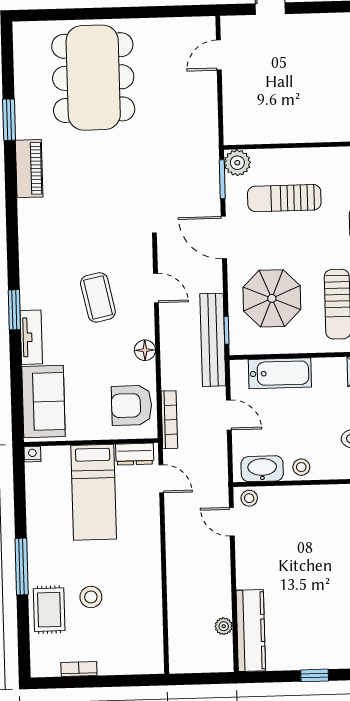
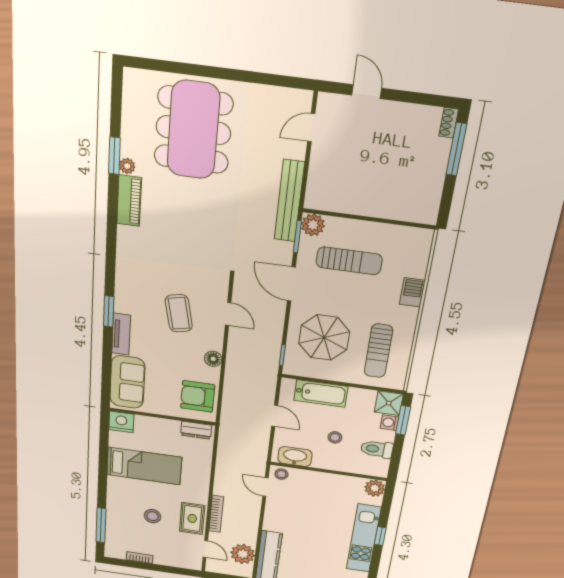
plant: (24, 129) -> (127, 166), added
sun lounger: (284, 198) -> (349, 261), turned 180
bench: (213, 340) -> (289, 201), moved
bookcase: (169, 420) -> (216, 514), moved
nightstand: (32, 454) -> (121, 422), width x1.89, depth x1.79
stool: (301, 467) -> (335, 437), moved
door: (161, 479) -> (205, 549), moved
bed: (94, 492) -> (144, 466), moved, turned -90
window: (22, 567) -> (101, 525), moved
rug: (49, 610) -> (192, 518), moved
plant: (224, 626) -> (243, 554), width x1.87, depth x1.87

